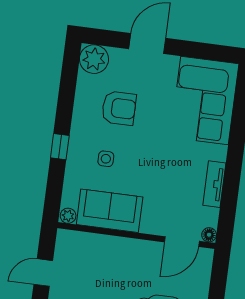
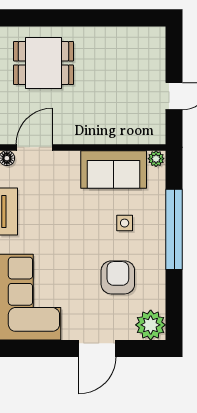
armchair: (119, 108) -> (118, 277), turned 90
window: (60, 147) -> (174, 229), width x3.17

